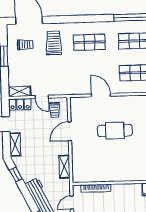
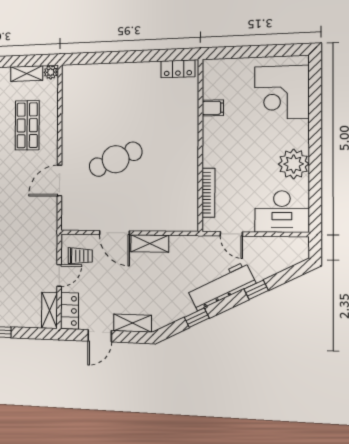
cafe table: (115, 131) -> (116, 159), turned 67
shelving: (64, 167) -> (150, 243), moved
window: (16, 174) -> (197, 318), moved

